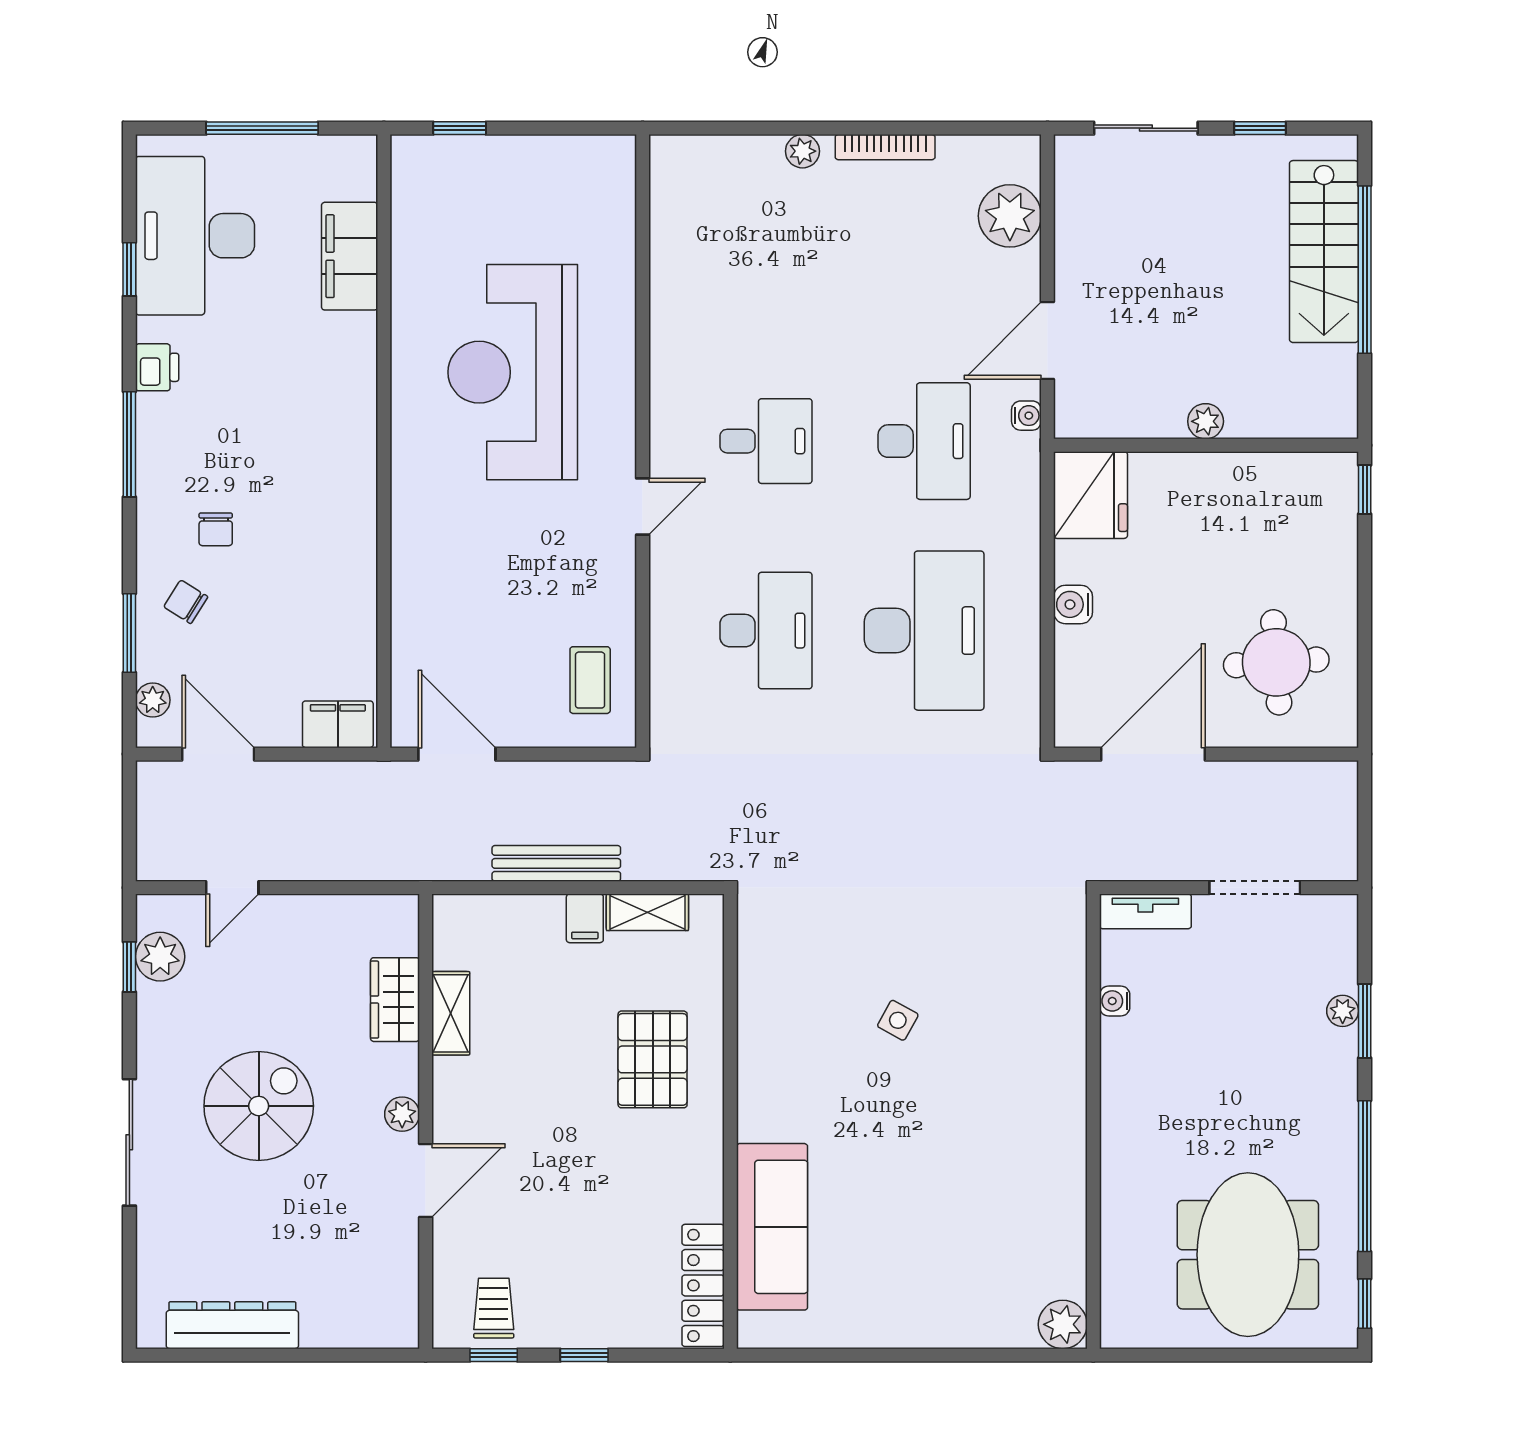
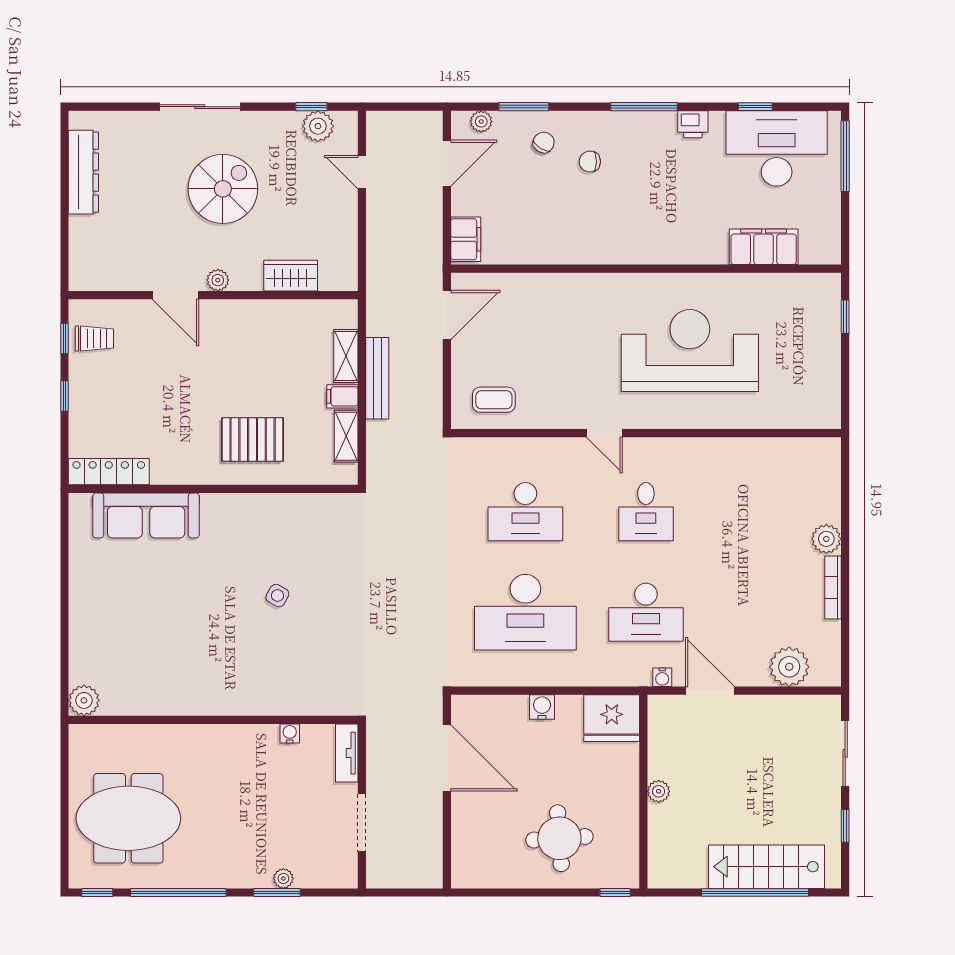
window: (262, 128) -> (845, 156), moved
plant: (802, 151) -> (826, 539), width x1.38, depth x1.38
round table: (1276, 662) -> (559, 838), moved
shelving: (451, 1013) -> (346, 356), moved, turned 90
spiral stairs: (259, 1106) -> (223, 189), turned -90

